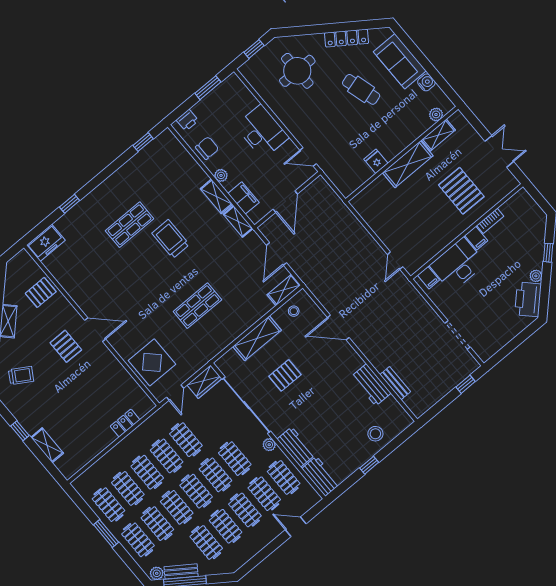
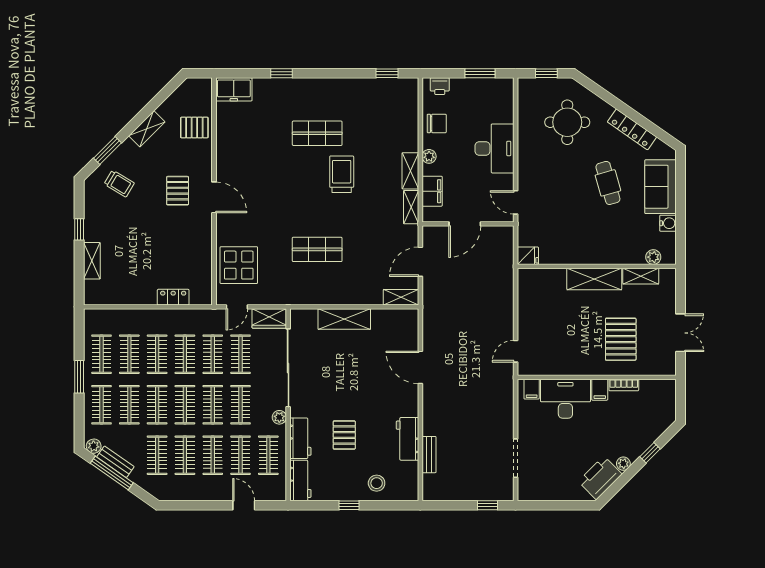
fridge: (376, 161) -> (528, 256), moved, turned 90
stool: (294, 311) -> (394, 322), removed
pallet: (285, 375) -> (344, 435), moved, turned 90
clothes rail: (205, 423) -> (241, 354), added

